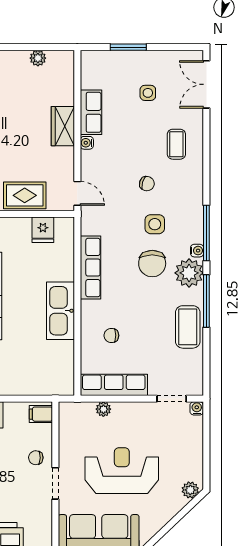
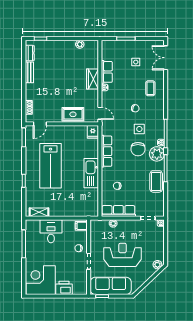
fridge: (43, 230) -> (93, 132), moved

